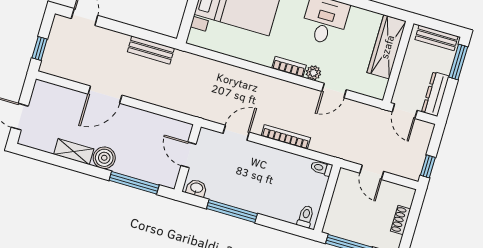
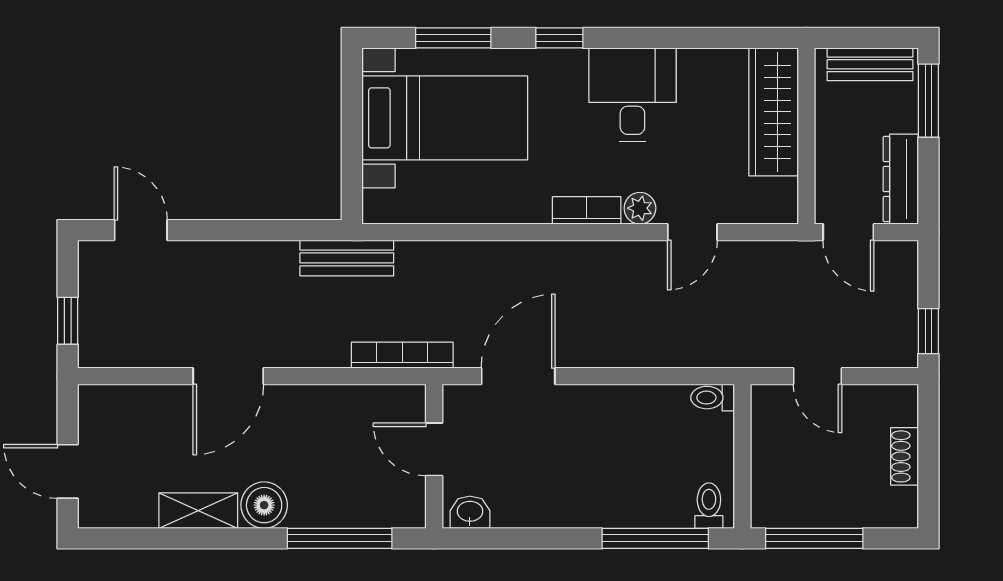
bench: (151, 50) -> (347, 258), moved
door: (236, 133) -> (518, 376), width x1.38
bookcase: (286, 137) -> (402, 355), moved
window: (232, 211) -> (655, 538), moved

